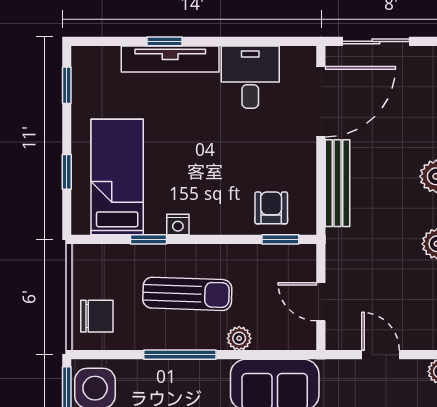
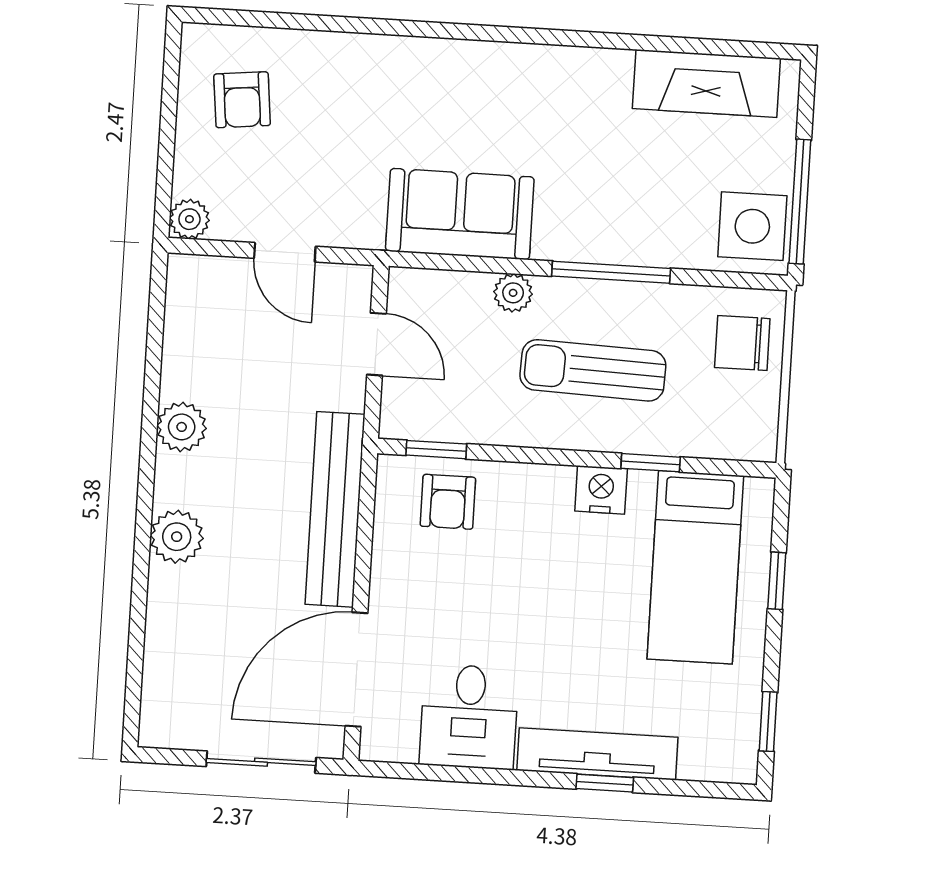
bench: (338, 183) -> (335, 509), width x1.37, depth x1.21
nightstand: (178, 225) -> (601, 490), width x1.39, depth x1.35

